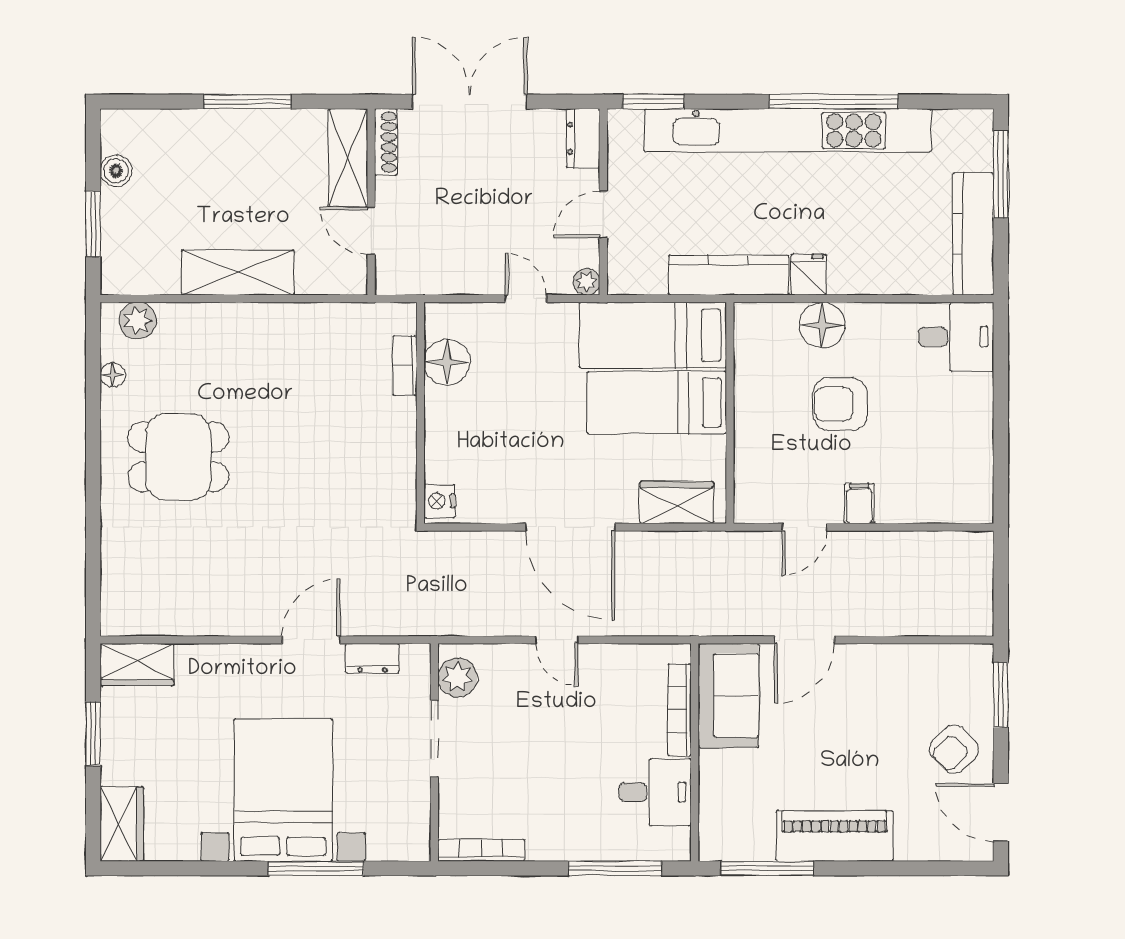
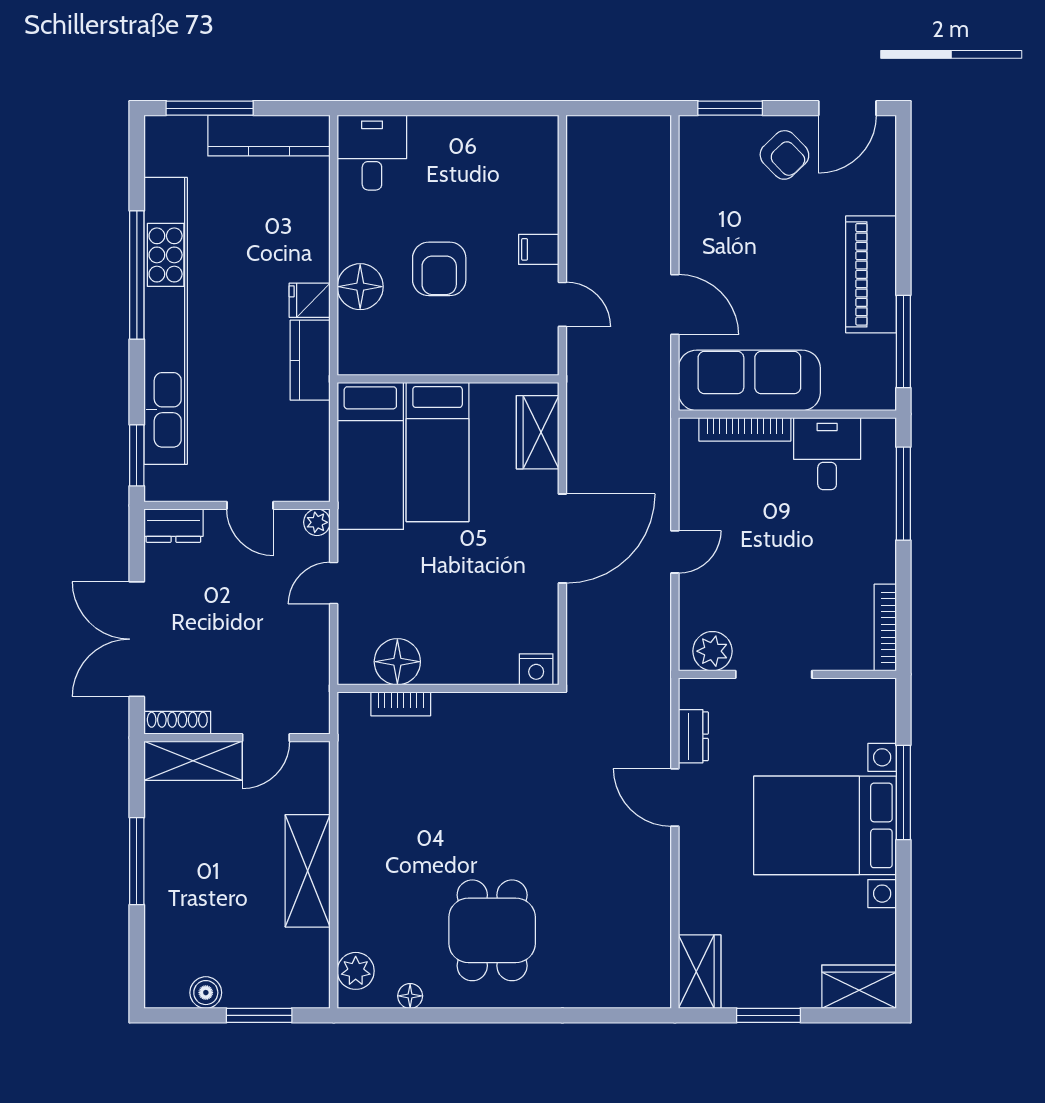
kitchen counter: (729, 275) -> (310, 360), width x0.67
sofa: (728, 695) -> (749, 380), width x1.36

